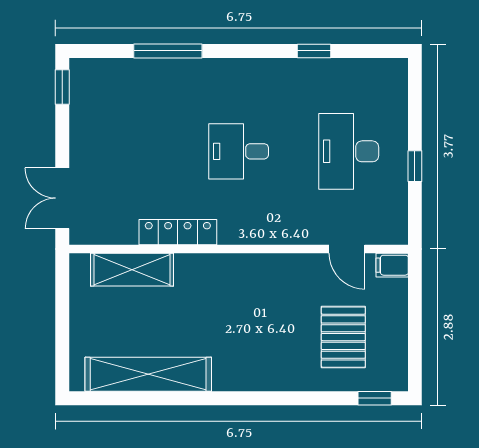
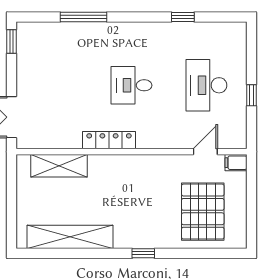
locker: (178, 232) -> (109, 140), moved
door: (347, 249) -> (205, 152), swing flipped
pallet: (343, 337) -> (203, 212), width x1.37, depth x1.41
window: (375, 398) -> (143, 253), moved

